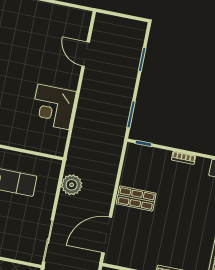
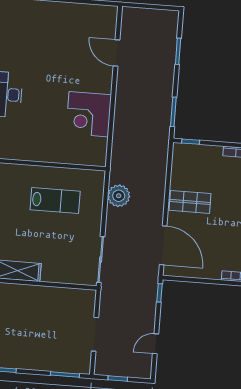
door: (107, 235) -> (163, 245), swing flipped

